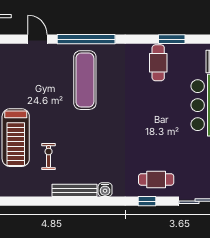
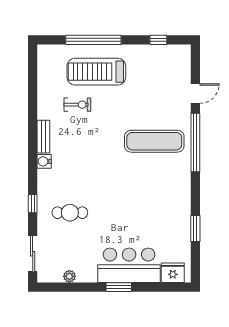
cafe table: (158, 63) -> (172, 215), removed
cafe table: (156, 179) -> (70, 213), moved, turned 90
bench: (74, 190) -> (43, 137), width x0.73

